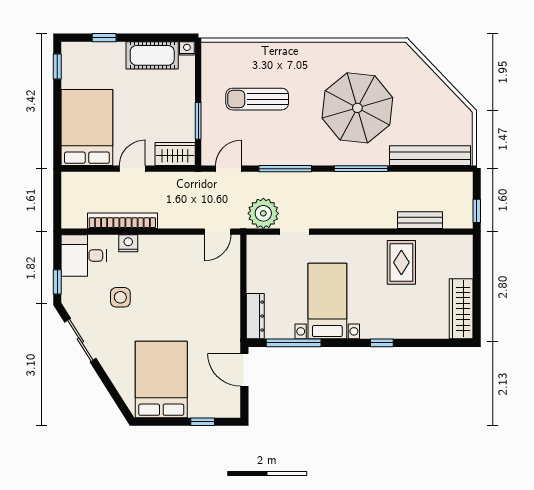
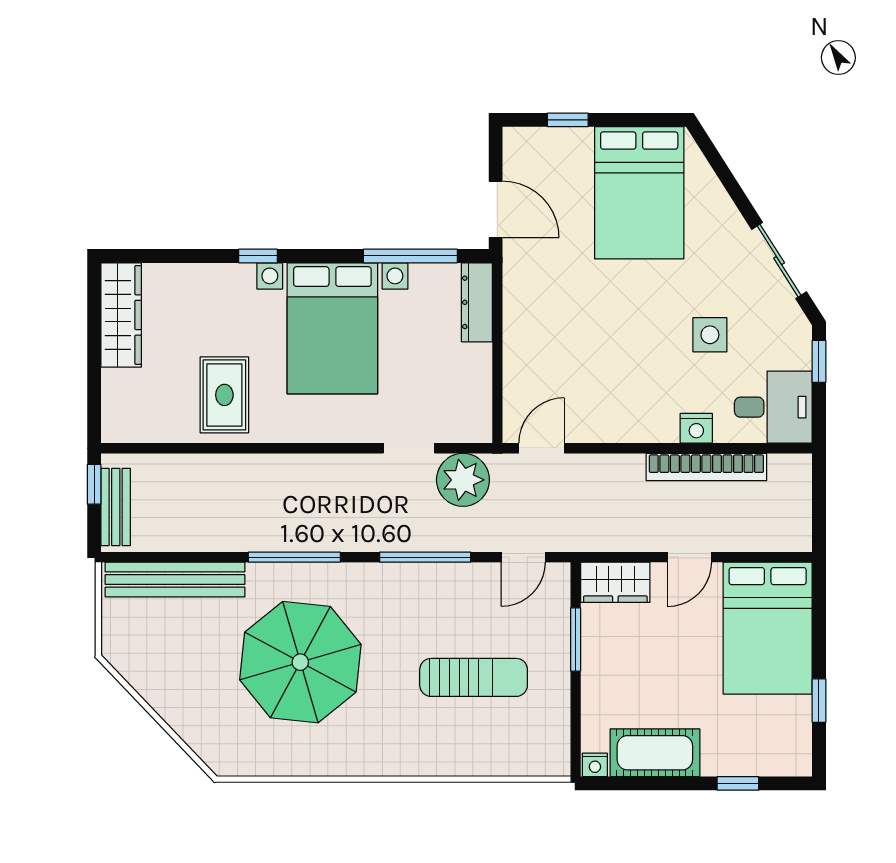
window: (57, 67) -> (819, 701), moved
bench: (420, 220) -> (116, 507), moved, turned 90
bed with nightstands: (327, 301) -> (332, 328), width x1.36

